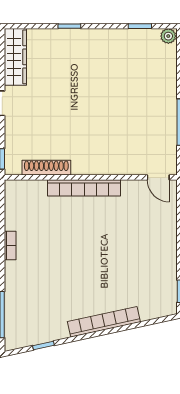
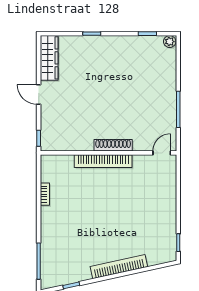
shoe rack: (46, 168) -> (113, 145), moved
door: (158, 177) -> (162, 153), swing flipped
bookcase: (10, 246) -> (45, 194), moved

